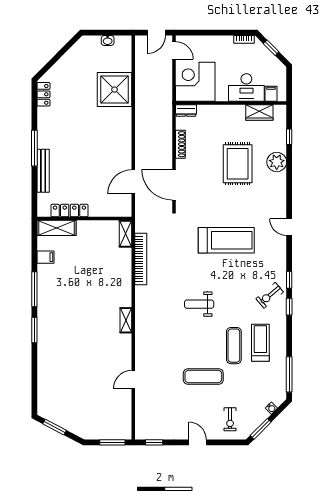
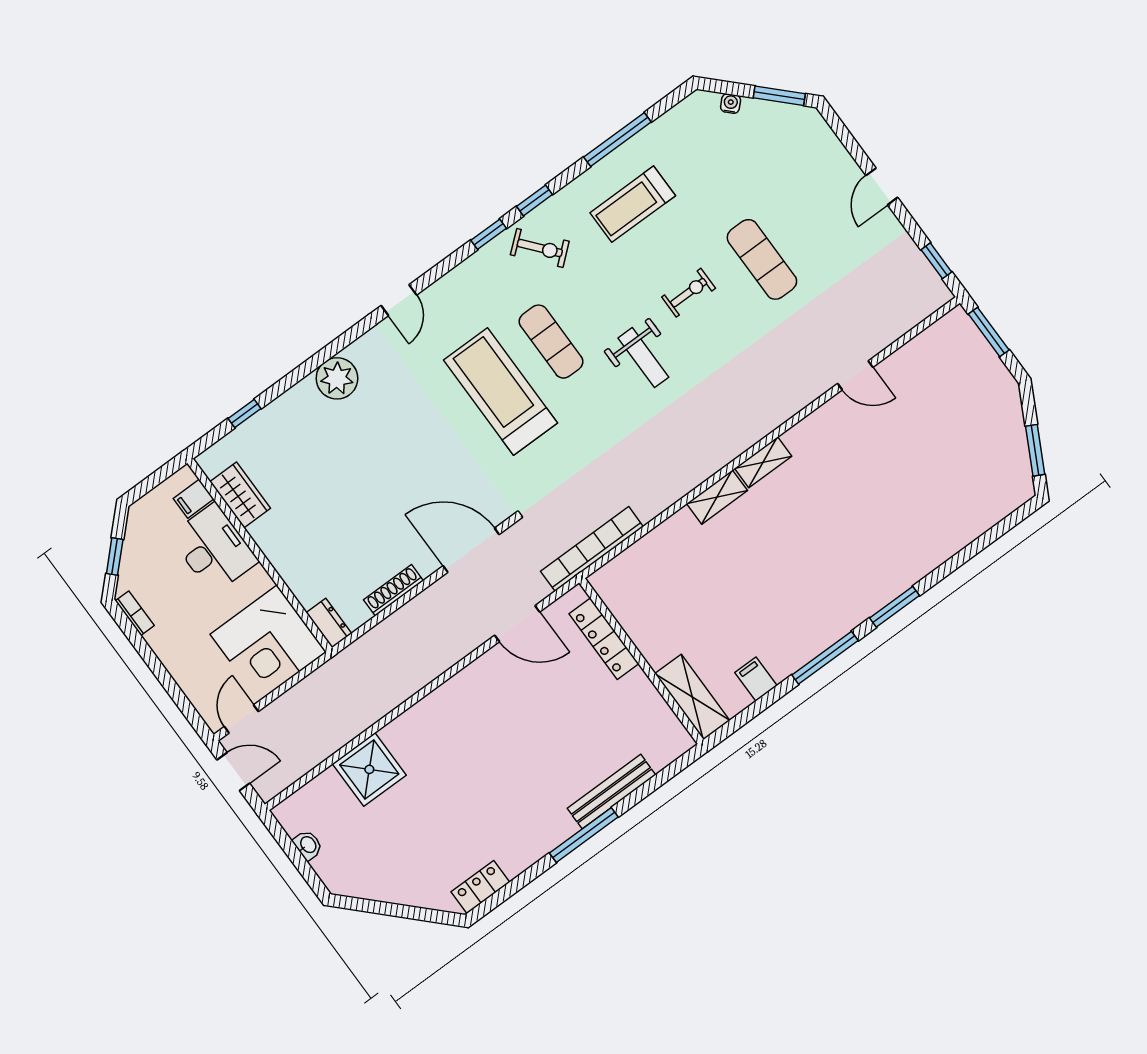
shower: (115, 90) -> (369, 769), width x0.73, depth x0.73
plant: (277, 162) -> (337, 378), moved
rug: (238, 164) -> (355, 468), removed
door: (174, 185) -> (471, 550), swing flipped
locker: (69, 211) -> (604, 639), moved
shelving: (126, 234) -> (717, 497), moved
bookcase: (141, 259) -> (592, 549), moved
exercise mat: (234, 346) -> (551, 342), moved, turned 90
window: (289, 374) -> (617, 139), moved
exercise bike: (230, 419) -> (689, 293), moved

